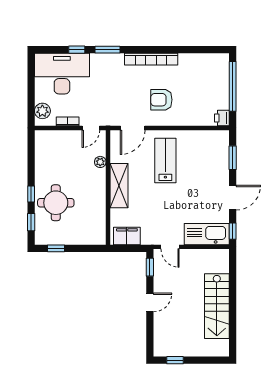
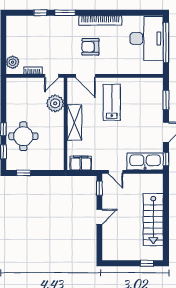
desk: (62, 74) -> (147, 39), moved, turned 90
armchair: (161, 100) -> (90, 47), moved
printer: (222, 118) -> (157, 68), removed
door: (133, 128) -> (85, 76), hinge flipped
plant: (100, 162) -> (55, 103), width x1.87, depth x1.87
window: (175, 360) -> (147, 263), moved

